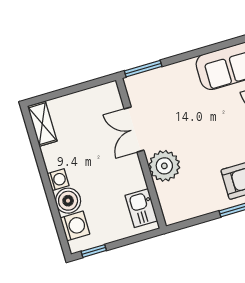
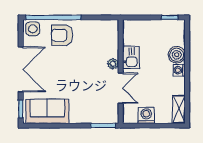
plant: (164, 166) -> (113, 64), width x0.53, depth x0.53
kitchen sink: (141, 208) -> (131, 57), moved
washing machine: (75, 226) -> (146, 115), moved, turned 90

